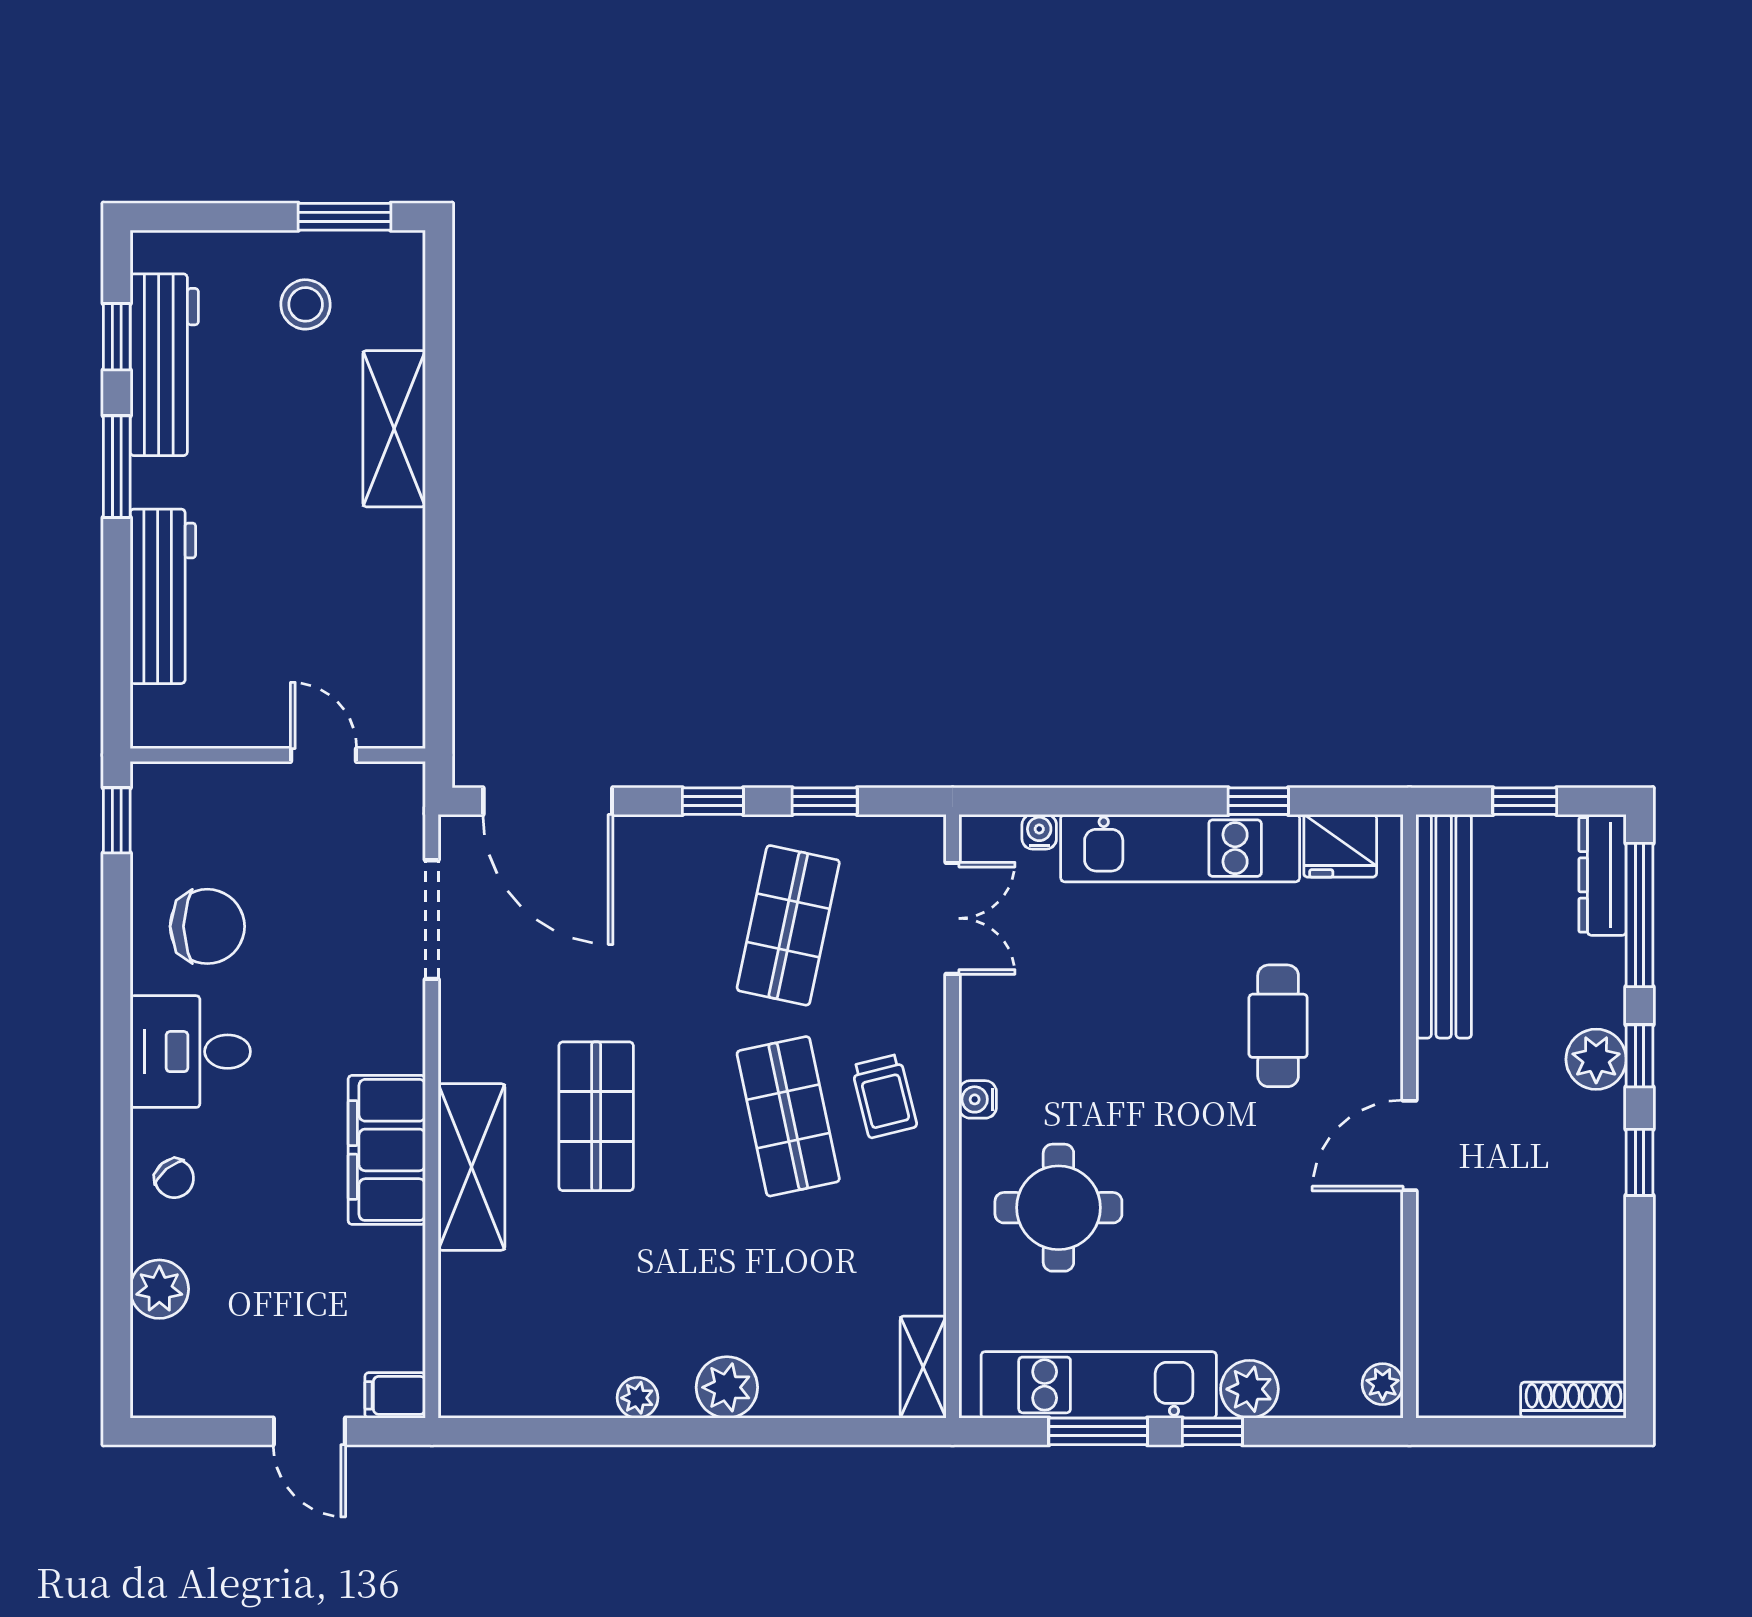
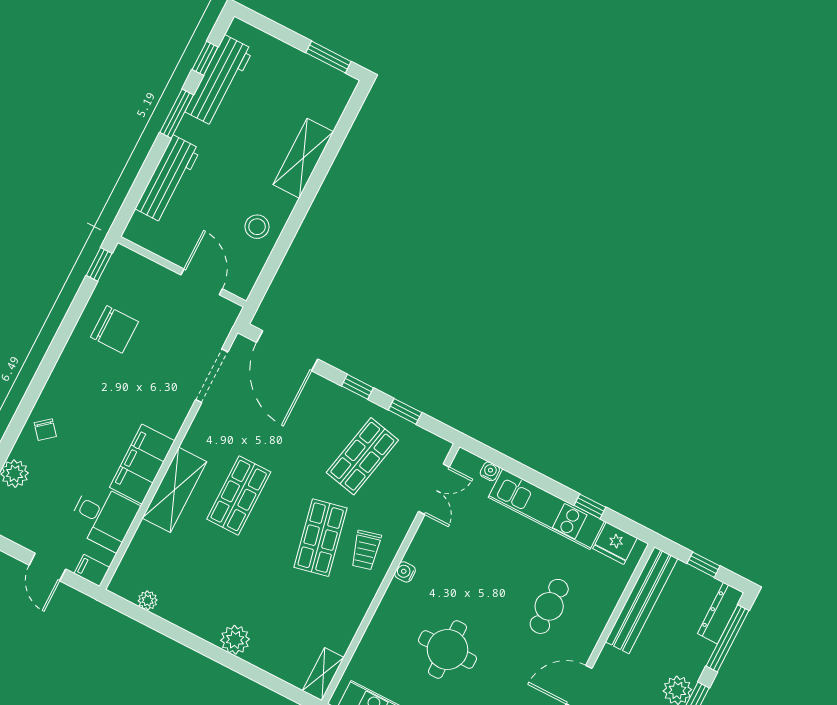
stool: (306, 304) -> (257, 227), moved
door: (324, 755) -> (202, 282), width x1.37
desk: (190, 1052) -> (103, 517), moved, turned 180
round table: (1058, 1208) -> (447, 649), moved
plant: (637, 1398) -> (148, 600), moved

